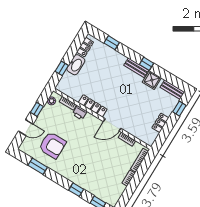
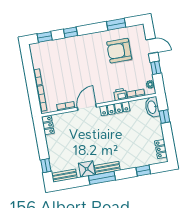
window: (146, 64) -> (102, 178), width x2.17
washbasin: (76, 65) -> (152, 107), moved
locker: (160, 123) -> (48, 125), moved
door: (26, 128) -> (152, 46), swing flipped

